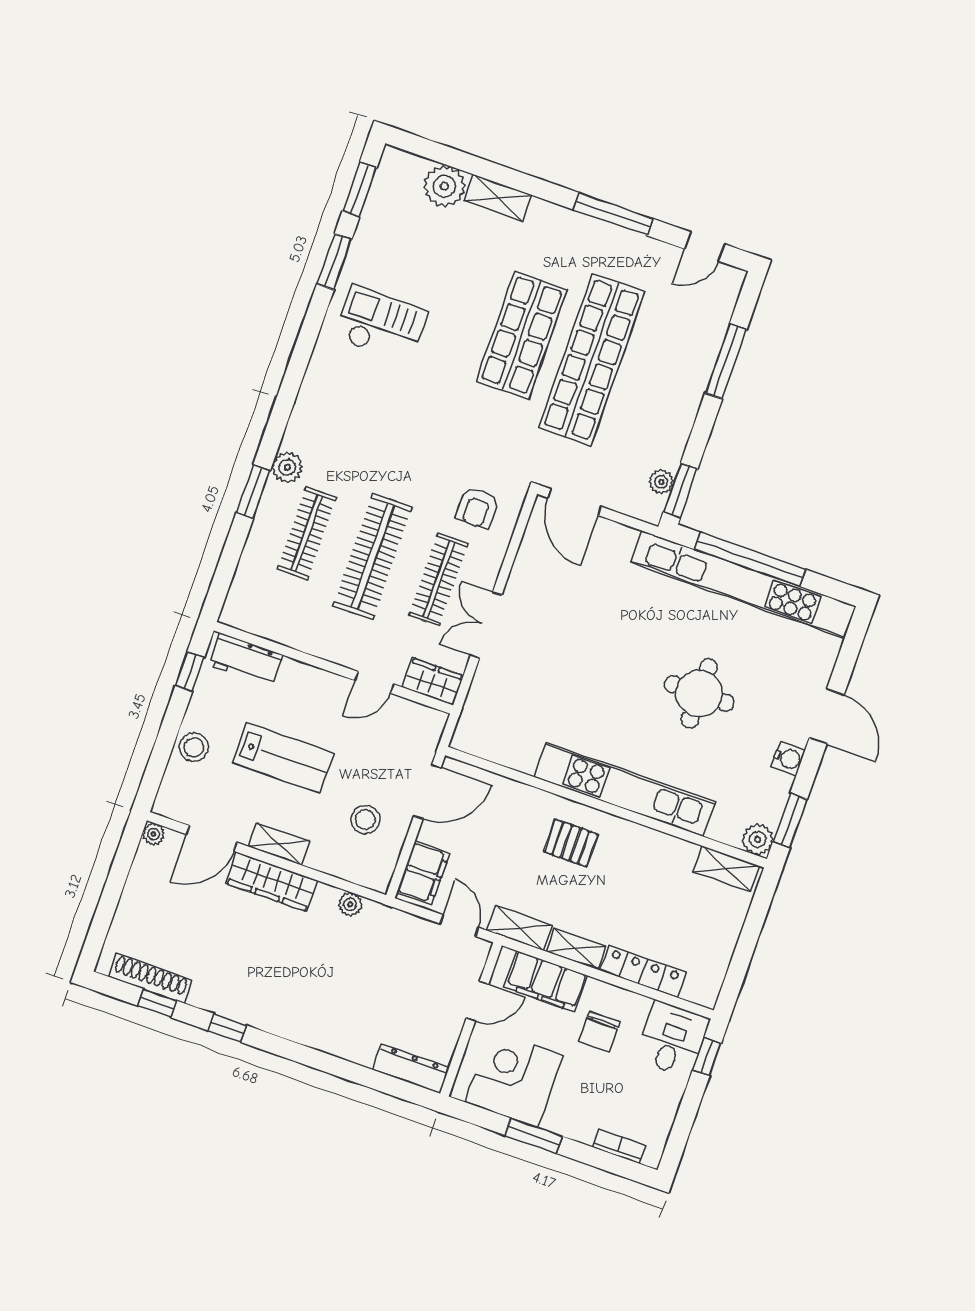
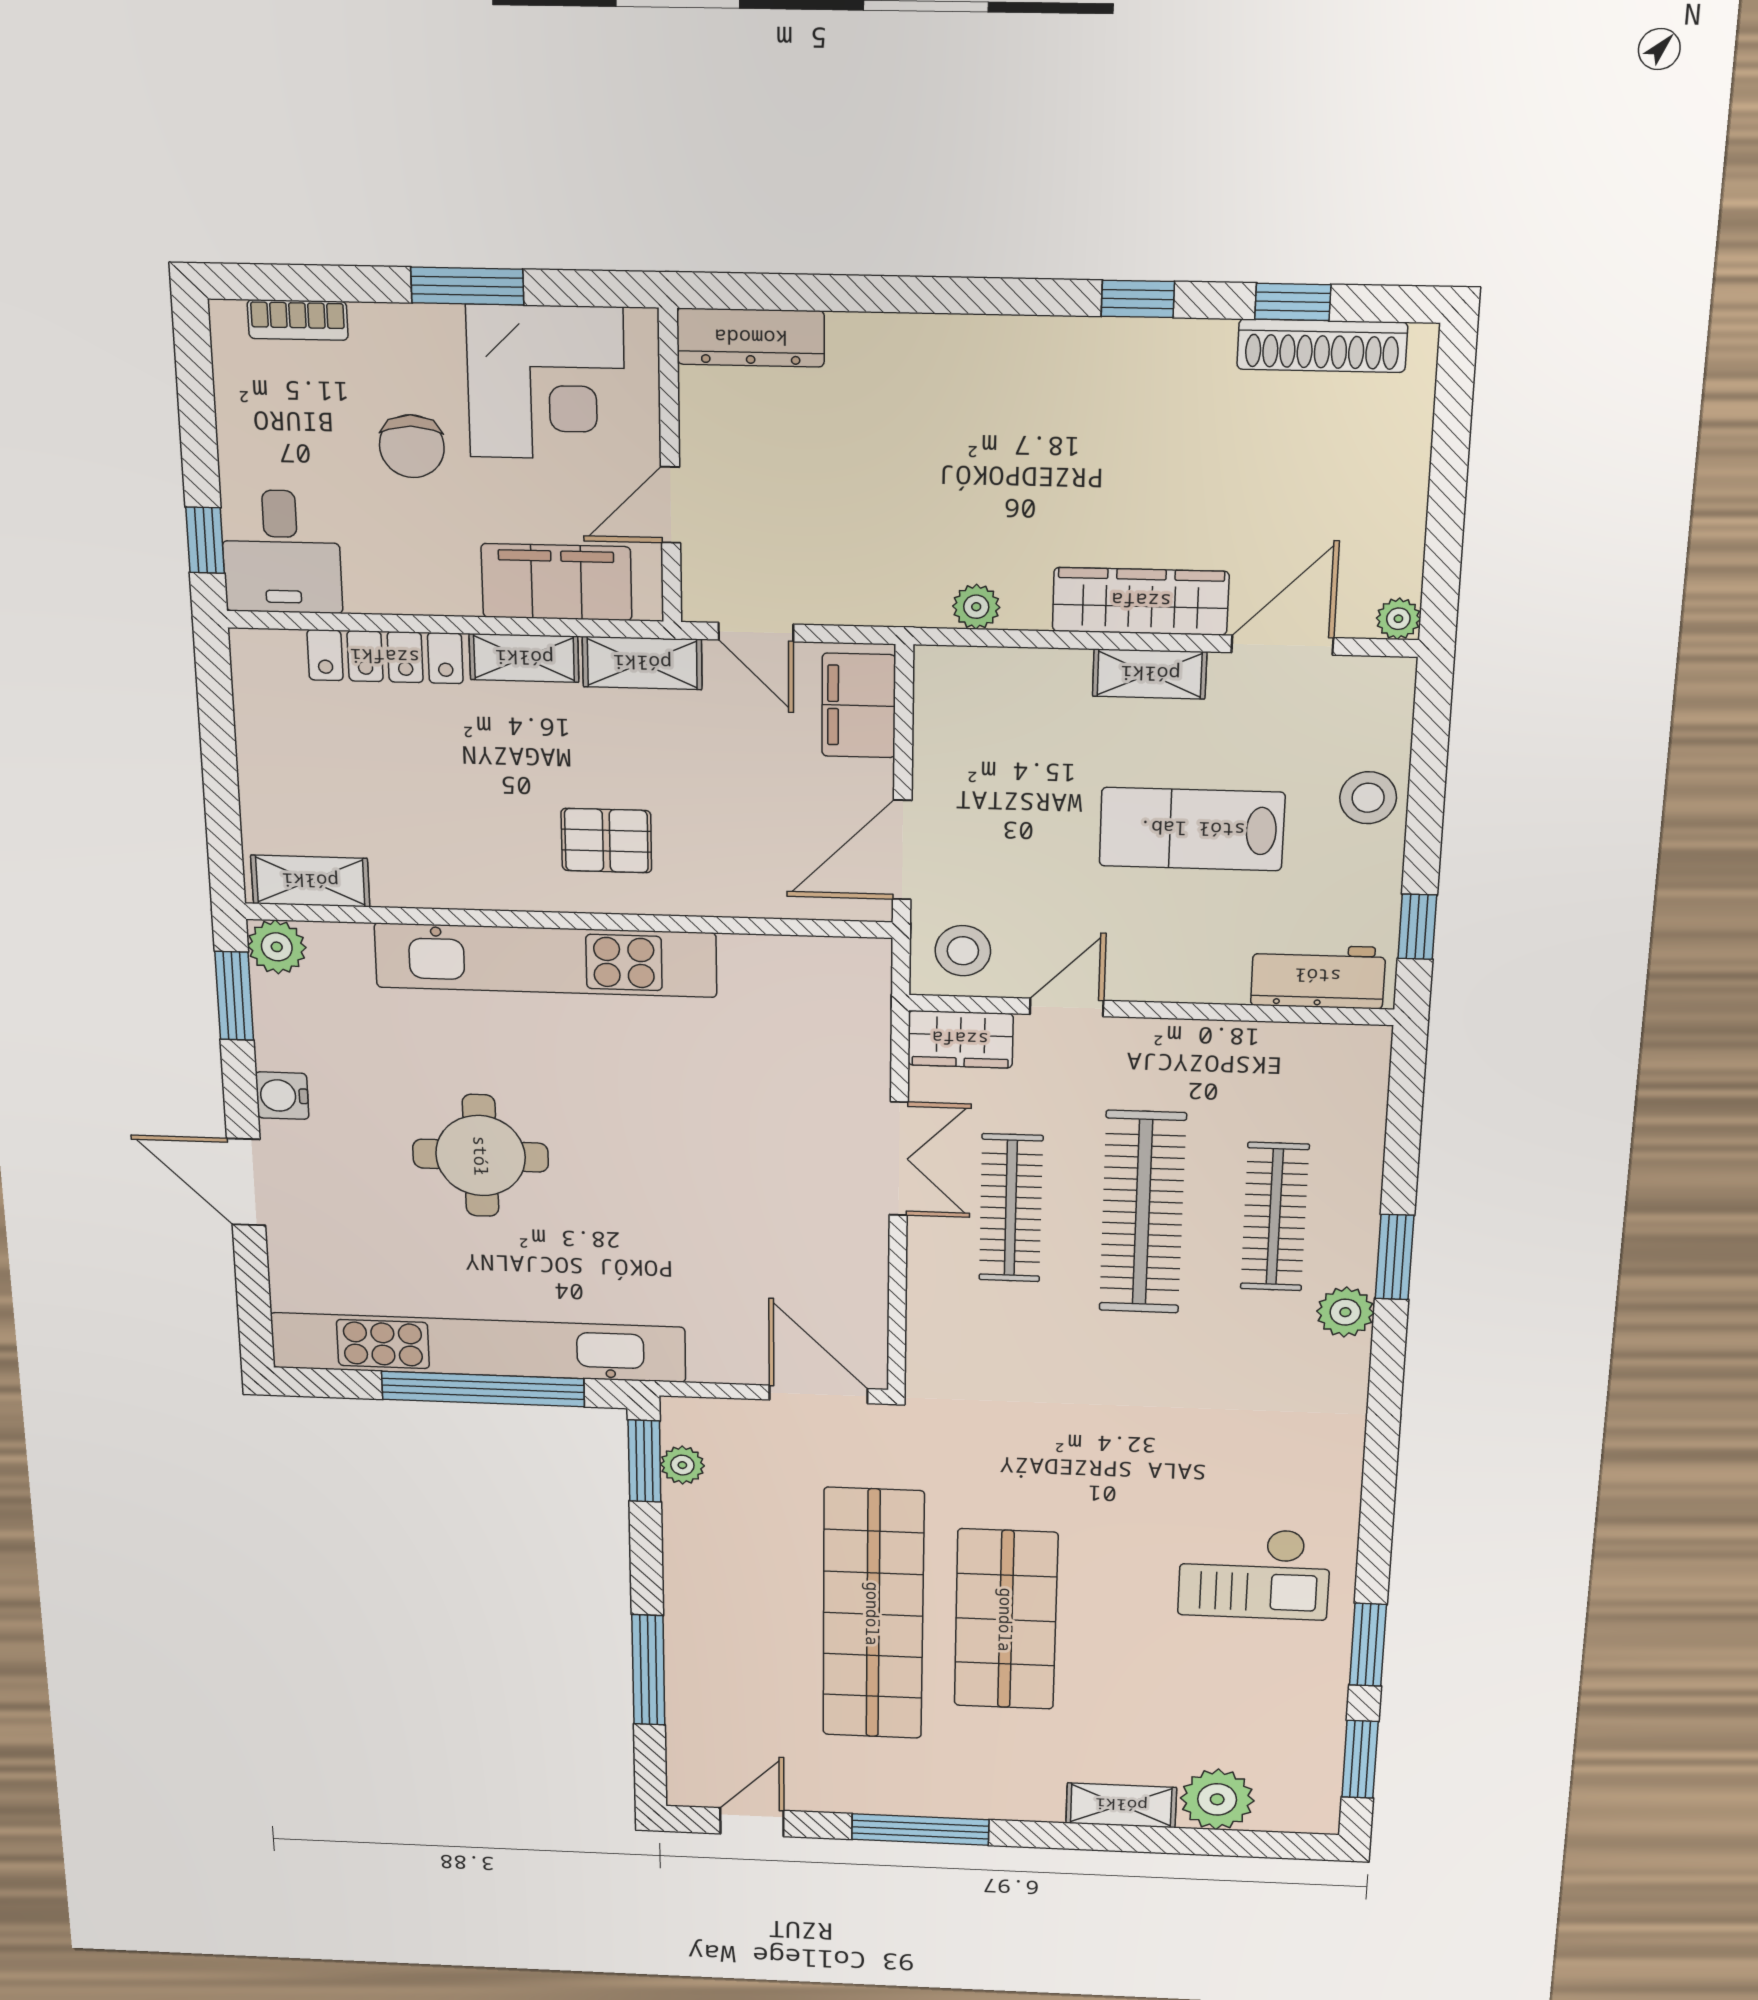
armchair: (477, 508) -> (984, 1340), removed
stool: (365, 820) -> (963, 951), moved
chair: (599, 1032) -> (412, 446), moved, turned 180

